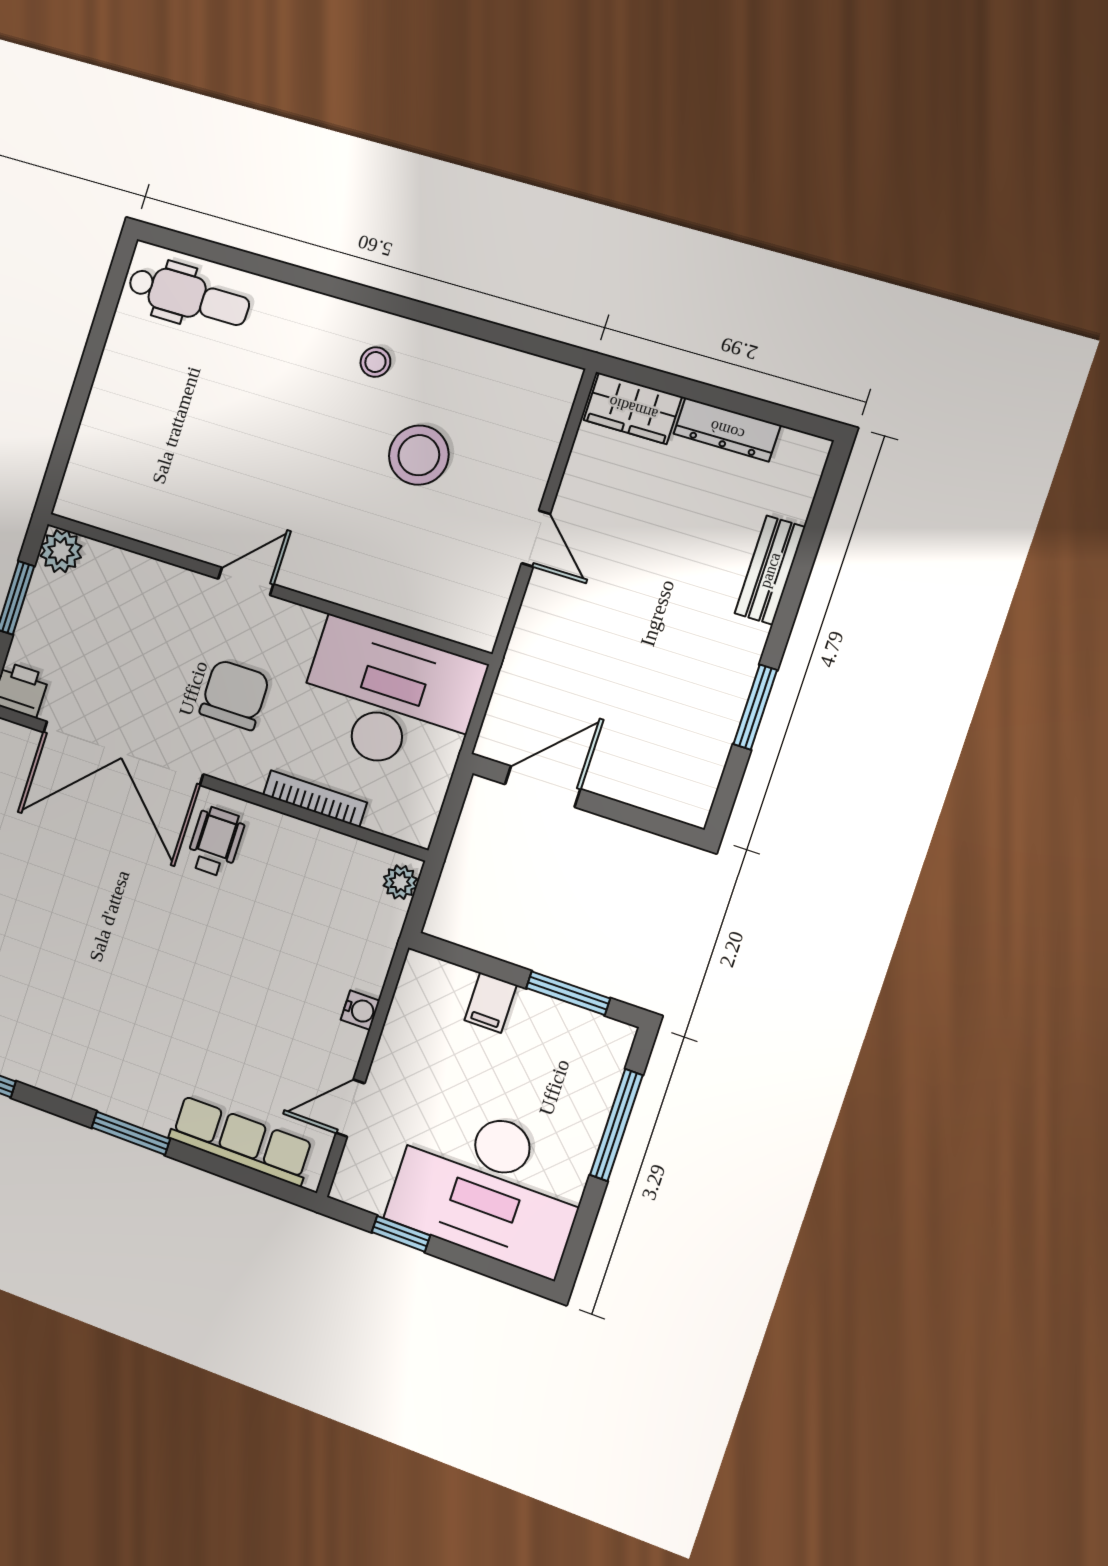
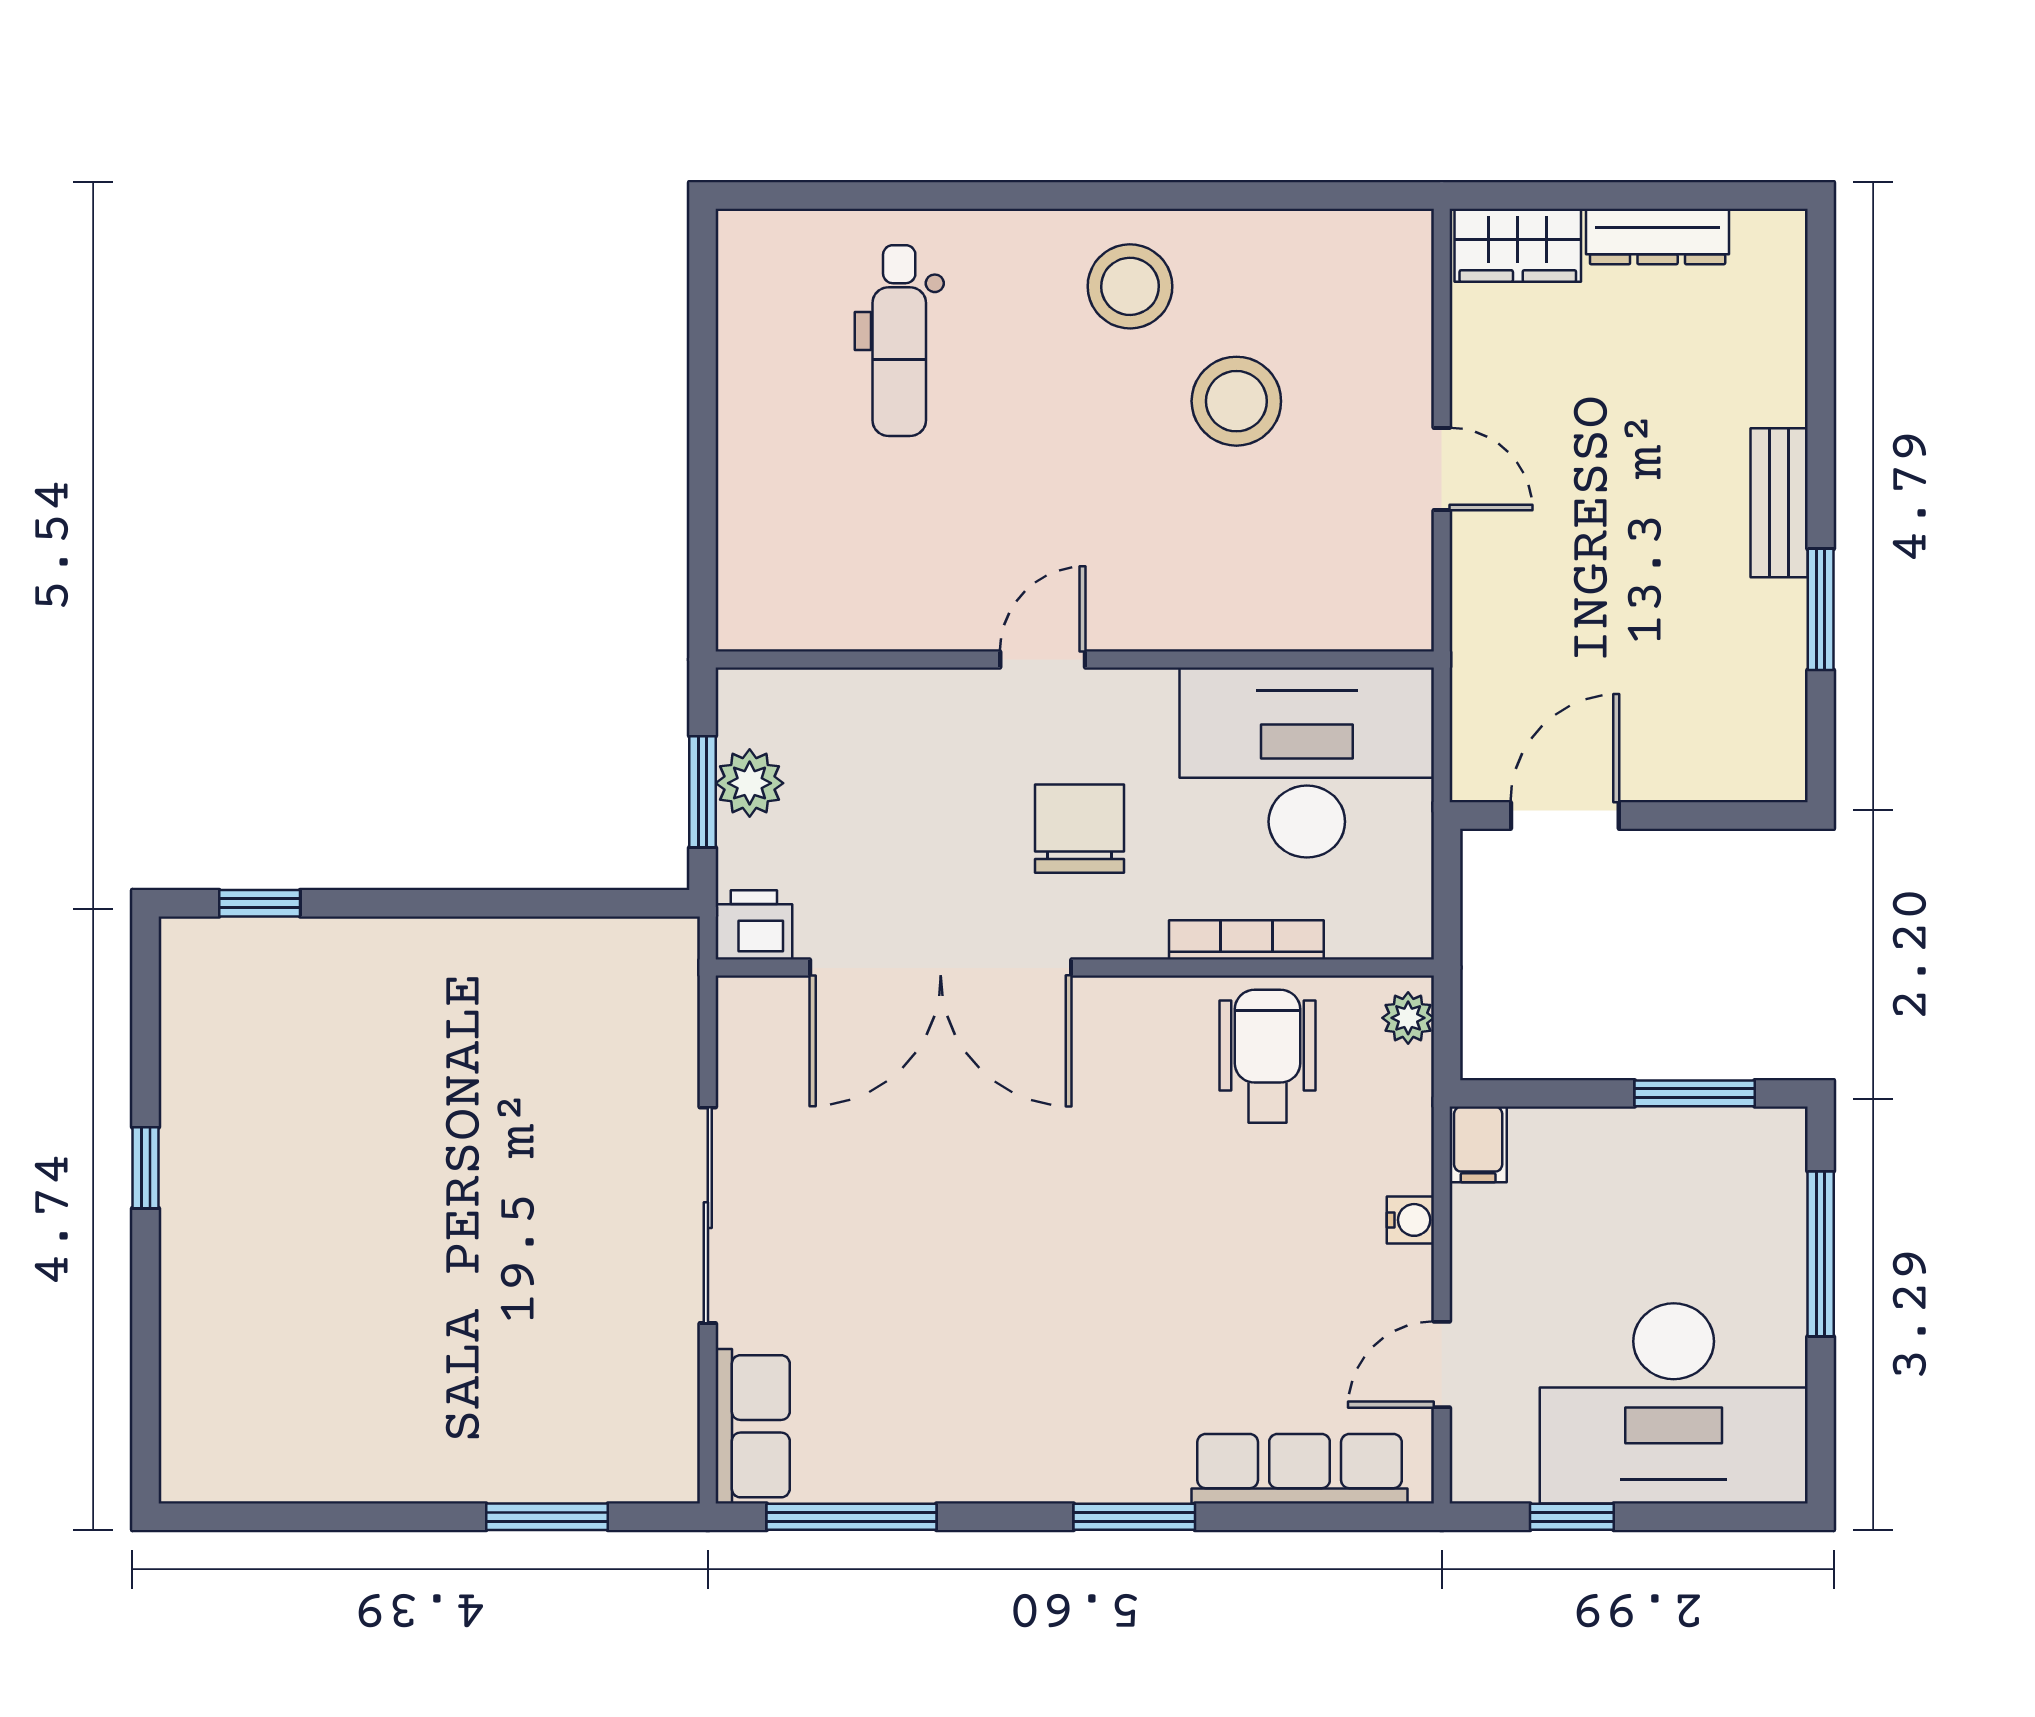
dental chair: (189, 296) -> (899, 341), moved, turned 90
stool: (375, 362) -> (1130, 286), width x1.89, depth x1.89
plant: (61, 551) -> (750, 783), moved
bench: (770, 570) -> (1779, 503), moved
wheelchair: (216, 842) -> (1267, 1056), moved, width x1.36, depth x1.37
filing cabinet: (491, 1003) -> (1478, 1144), moved

